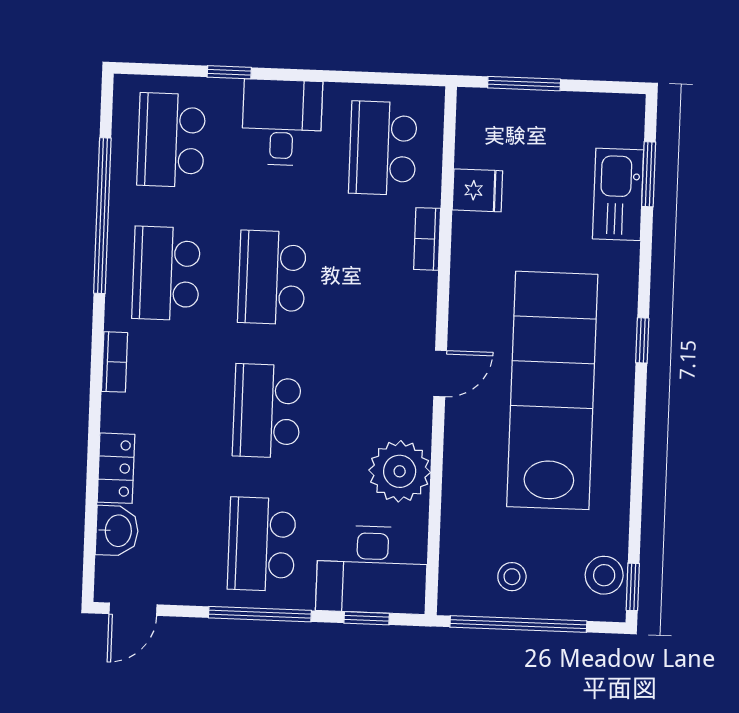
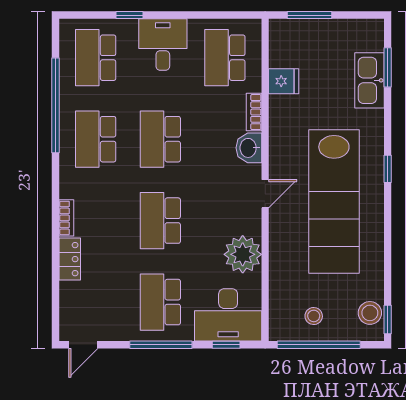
bookcase: (115, 362) -> (66, 218), moved
lab bench: (552, 390) -> (334, 202), turned 180
washbasin: (117, 531) -> (249, 148), moved, turned 180

